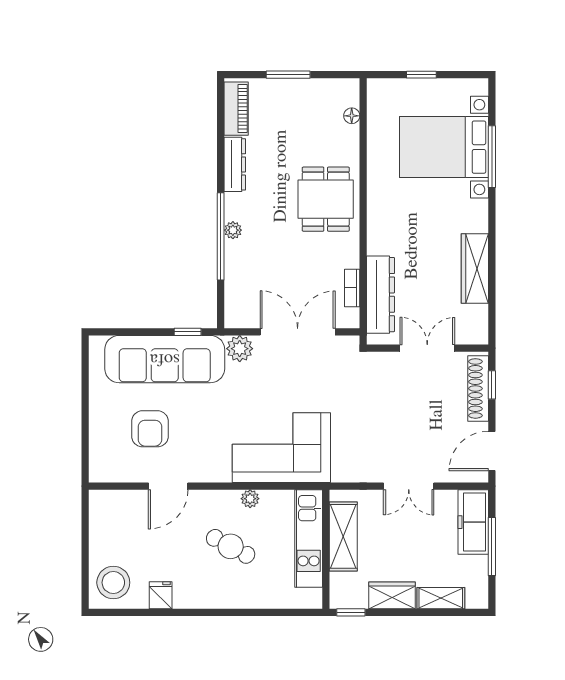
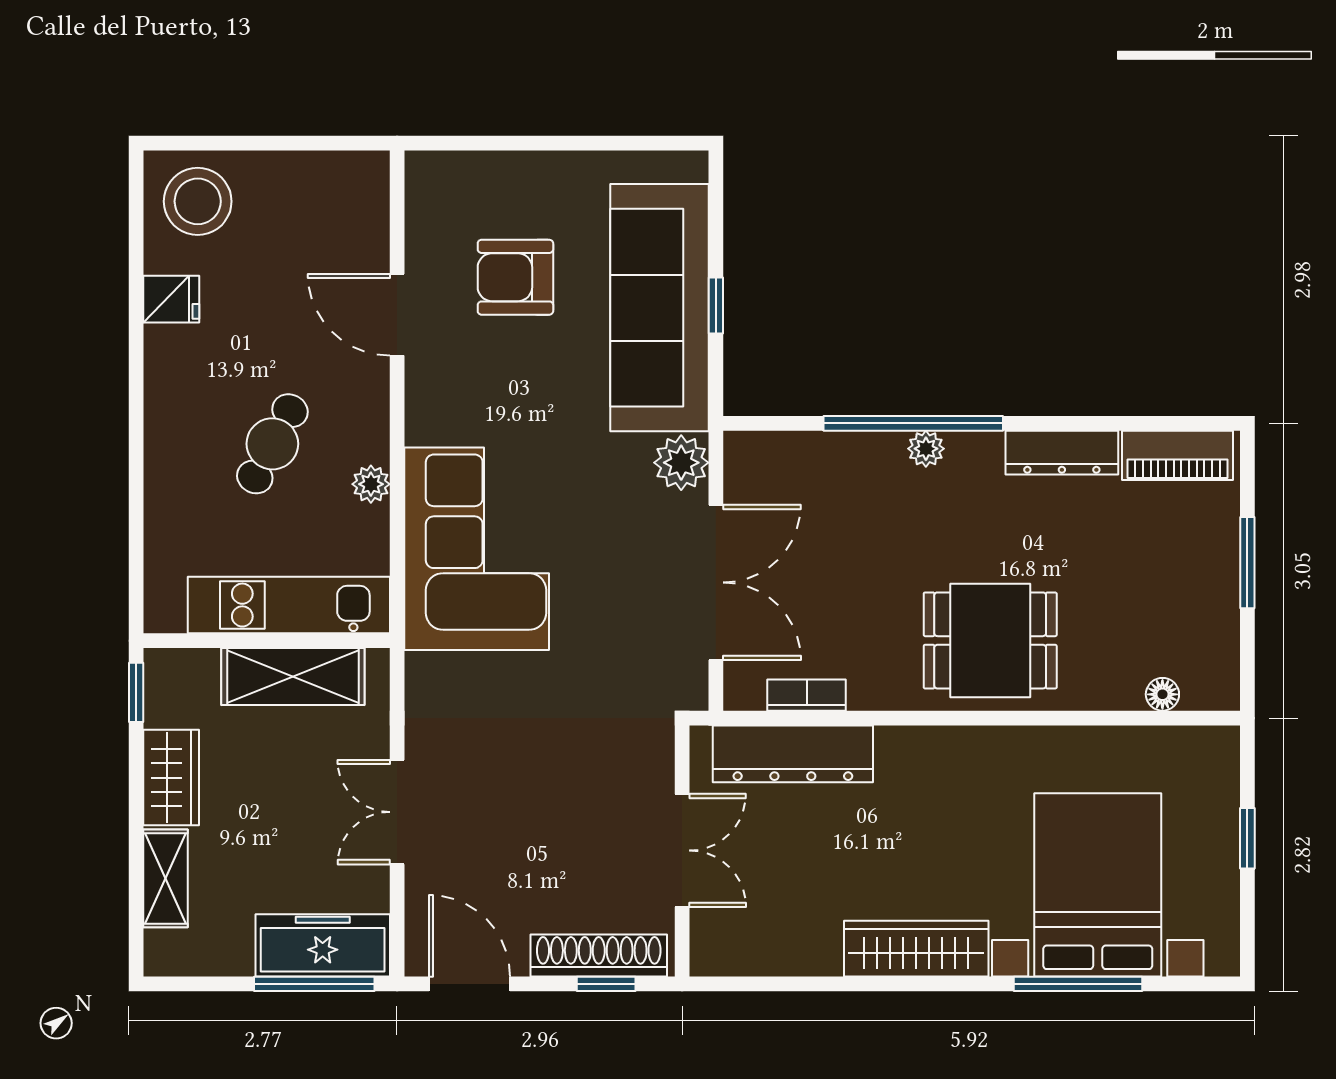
wardrobe: (475, 269) -> (916, 949), moved
window: (188, 332) -> (716, 305), moved
window: (492, 546) -> (314, 984), moved

